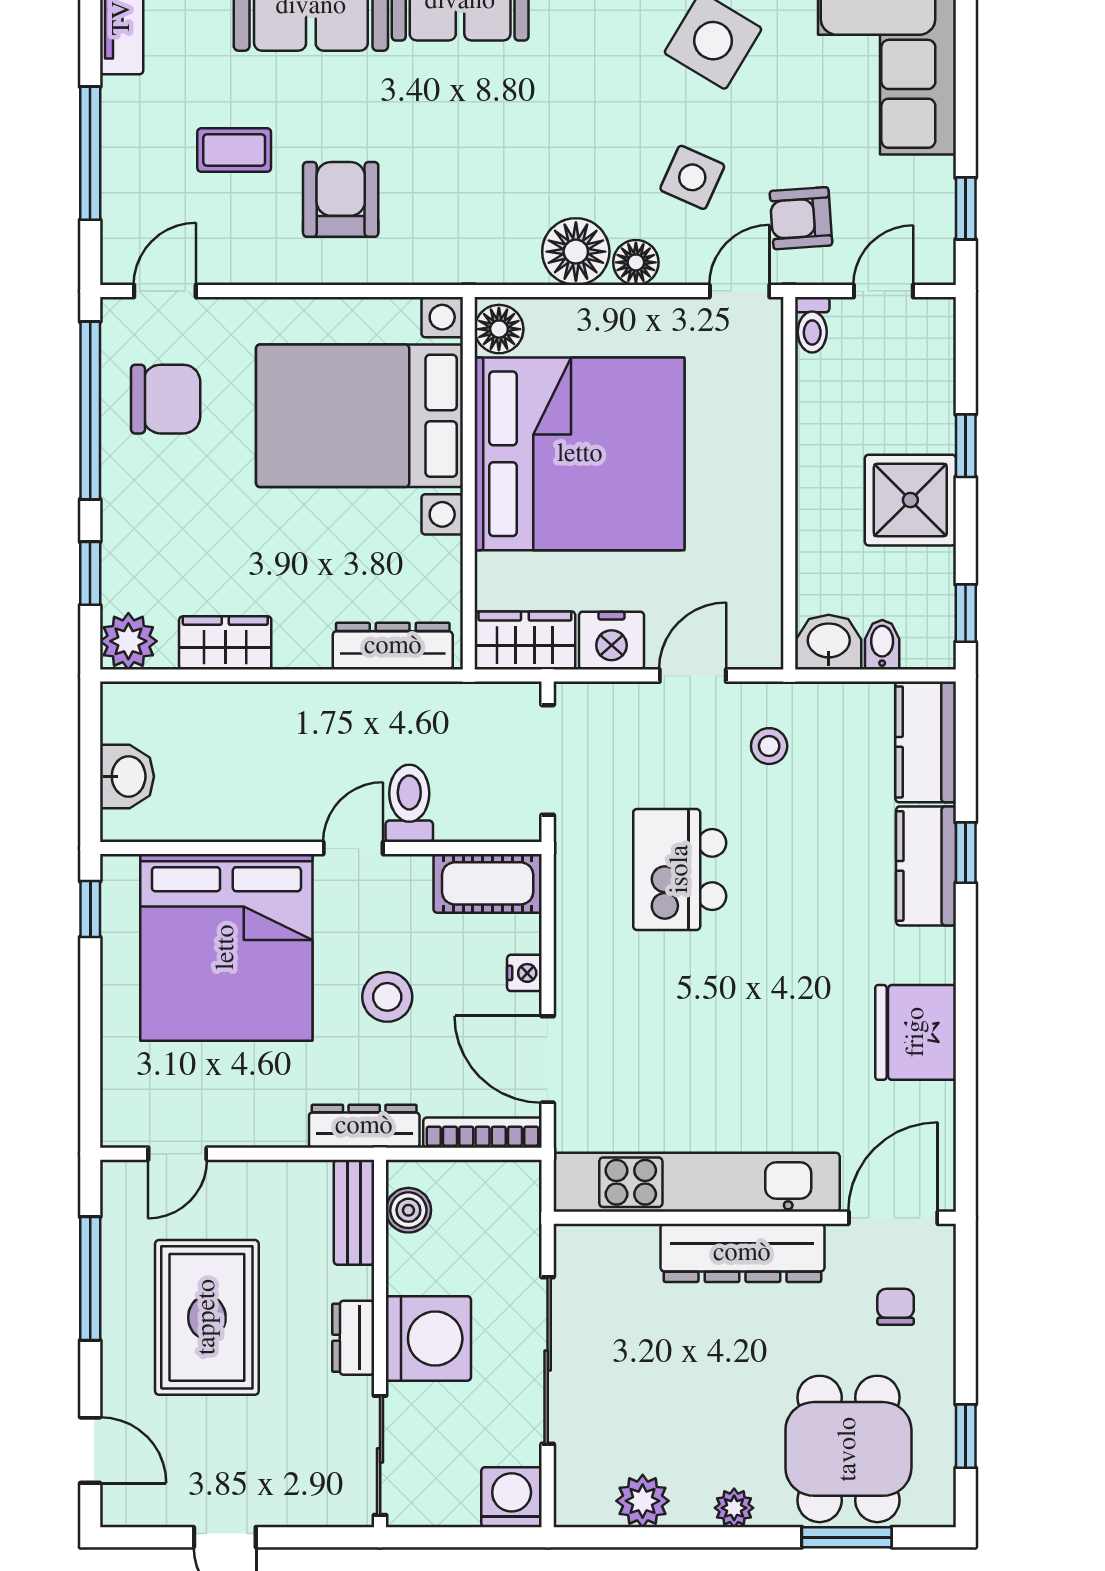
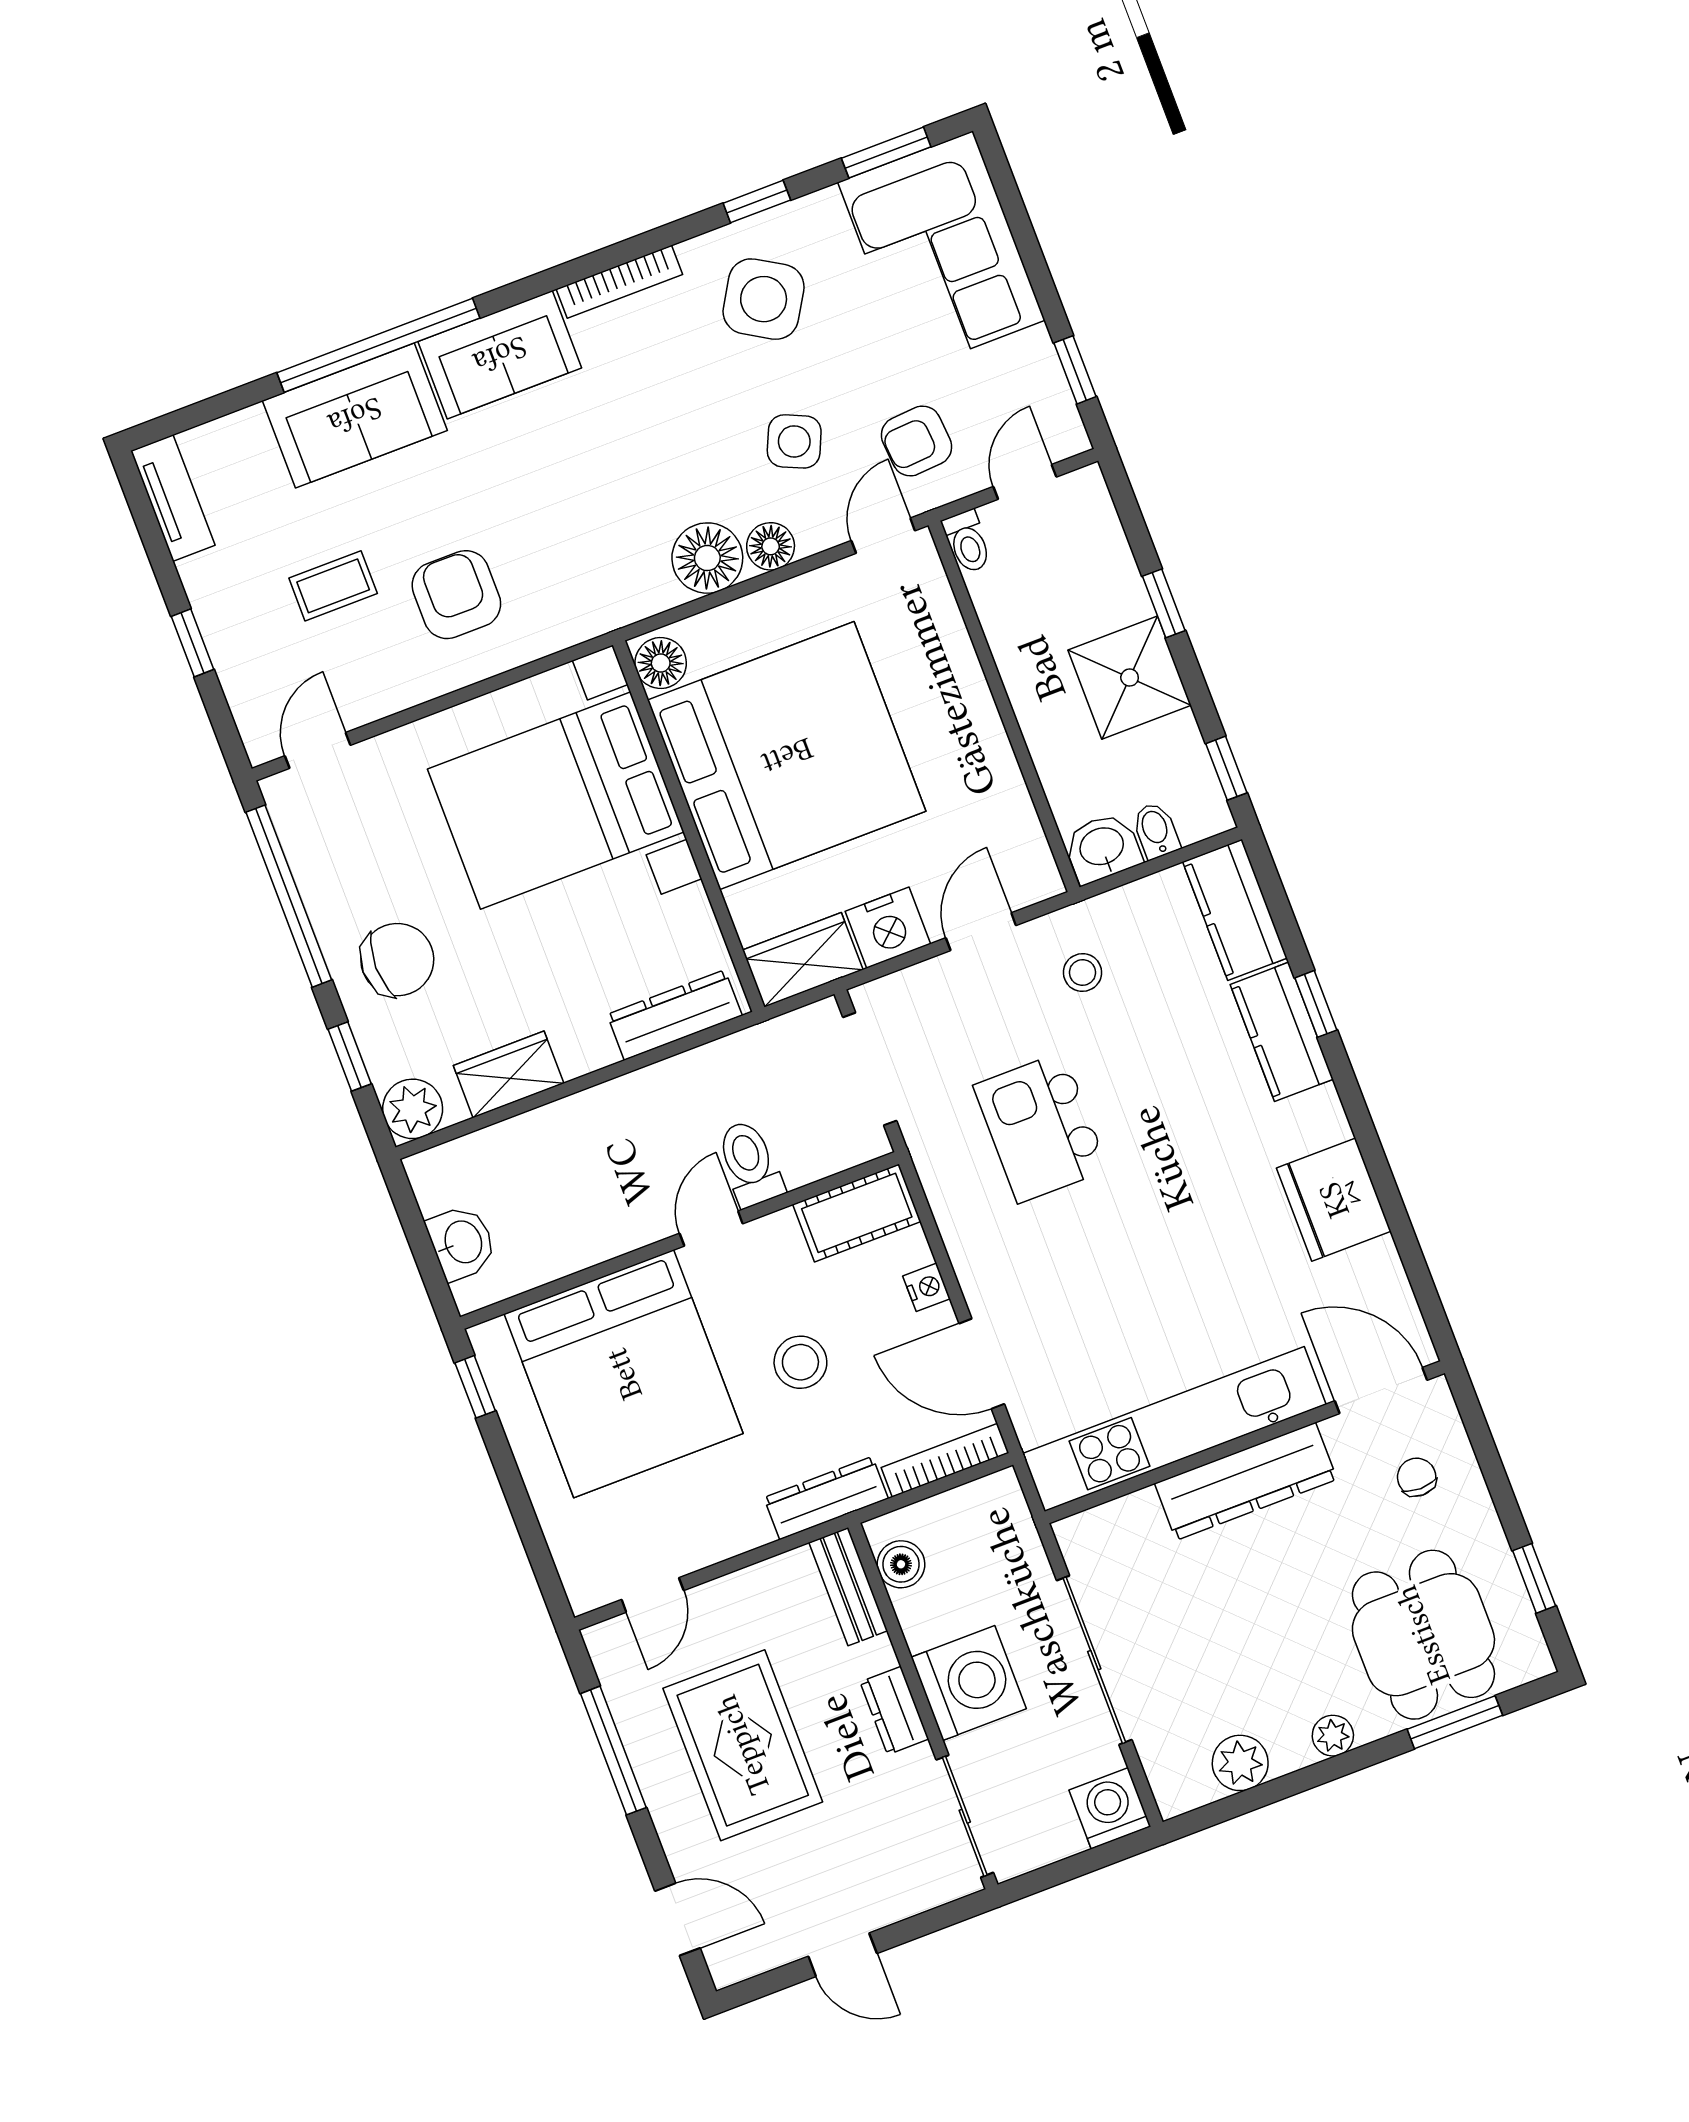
window: (90, 153) -> (193, 643), width x0.46
chair: (166, 399) -> (397, 960), moved
door: (893, 1218) -> (1381, 1390), hinge flipped

